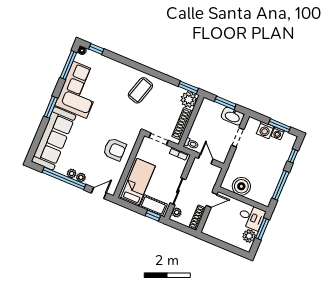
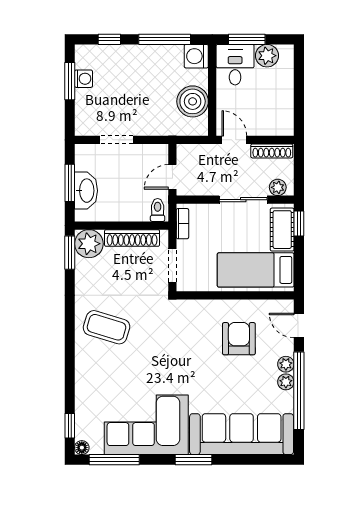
washbasin: (233, 116) -> (86, 191), moved
washing machine: (265, 130) -> (196, 56), moved, turned 180
armchair: (115, 149) -> (239, 339), moved

